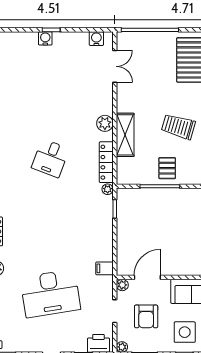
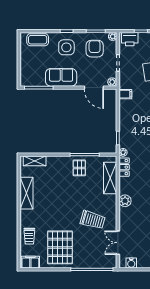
trolley: (178, 127) -> (93, 220), moved
shelving: (125, 135) -> (110, 178), moved
locker: (106, 162) -> (124, 167), width x0.66
door: (147, 277) -> (94, 88), hinge flipped
armchair: (146, 316) -> (95, 49), moved

